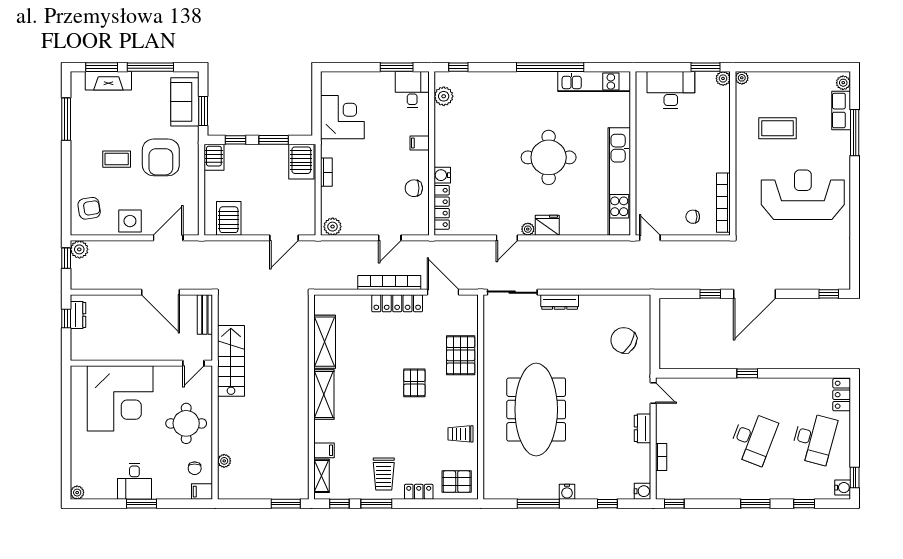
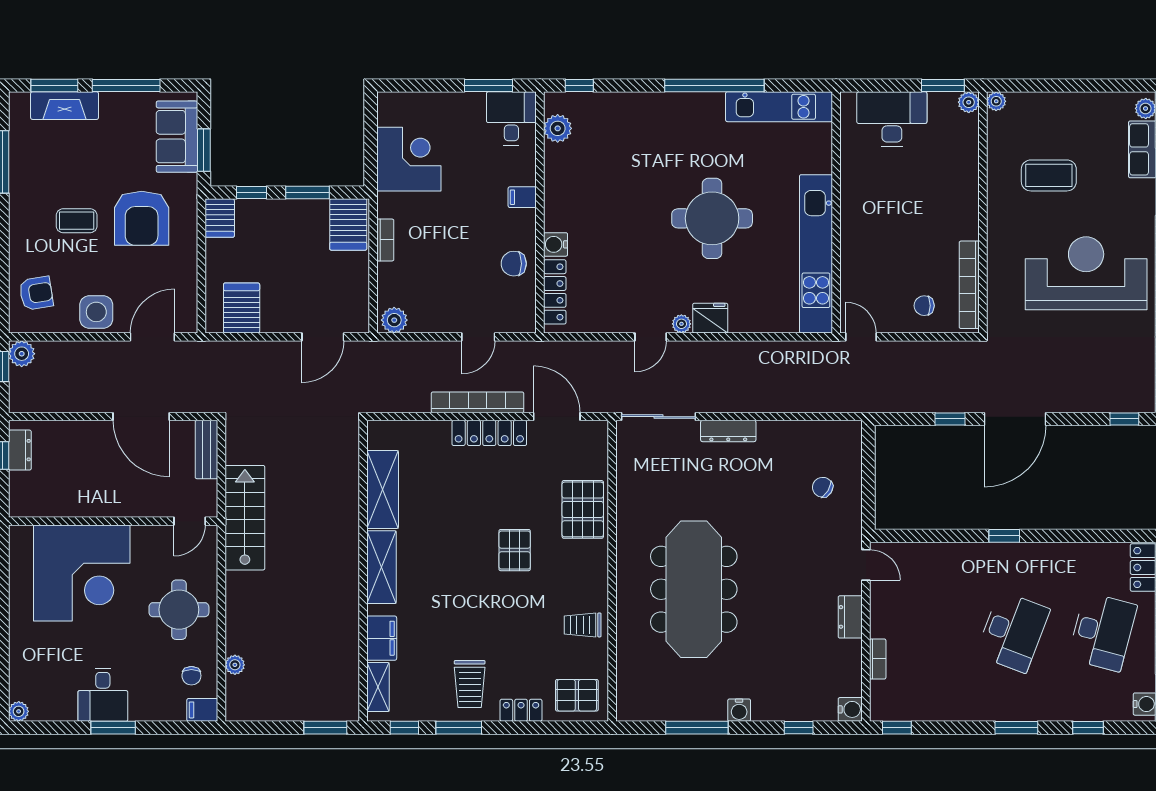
chair: (624, 340) -> (823, 487), width x0.54, depth x0.54
filing cabinet: (324, 450) -> (382, 638), width x2.00

